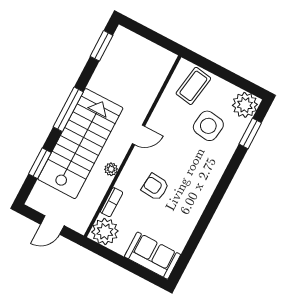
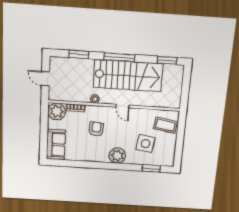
plant: (245, 105) -> (117, 156), moved
stairs: (80, 144) -> (128, 76), moved

